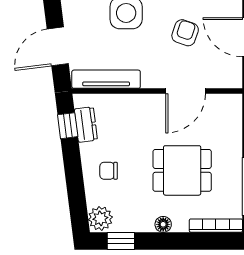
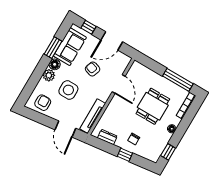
window: (68, 126) -> (125, 155), moved
plant: (100, 218) -> (153, 155), removed

